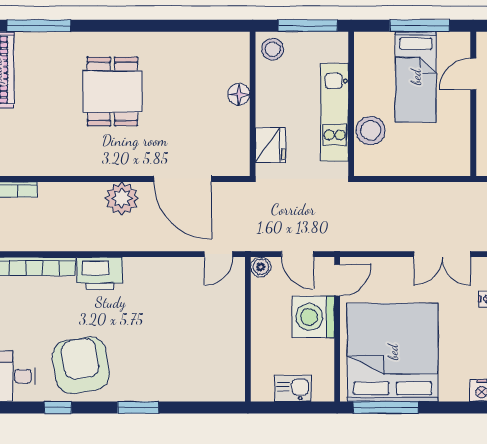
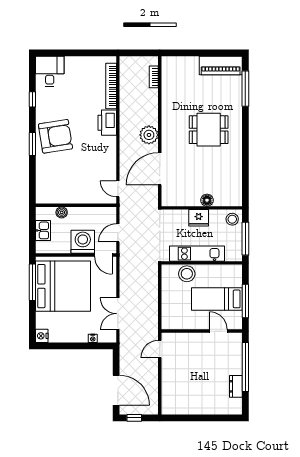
fridge: (270, 145) -> (199, 218), moved
boiler: (261, 267) -> (62, 212), moved
armchair: (81, 365) -> (55, 136), moved

